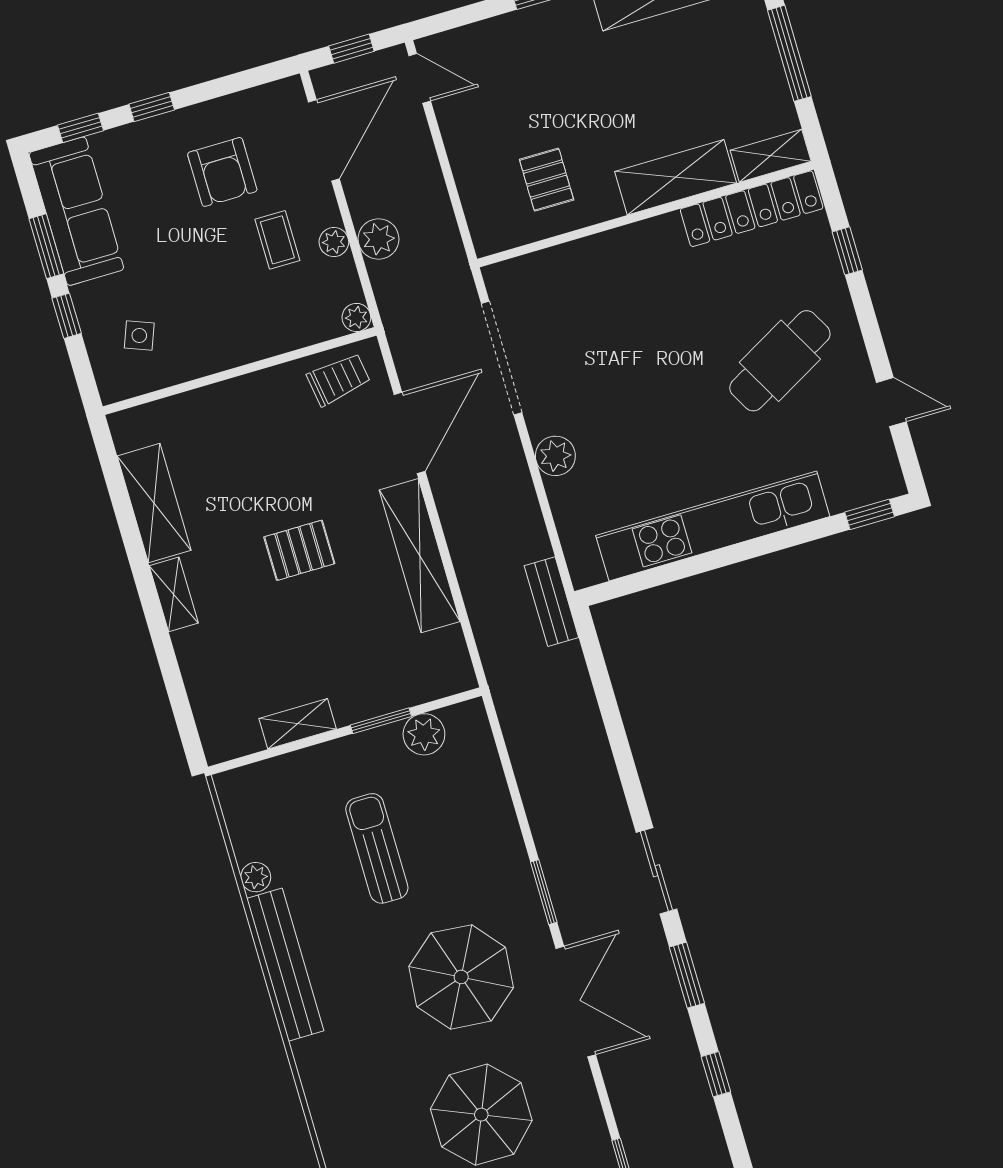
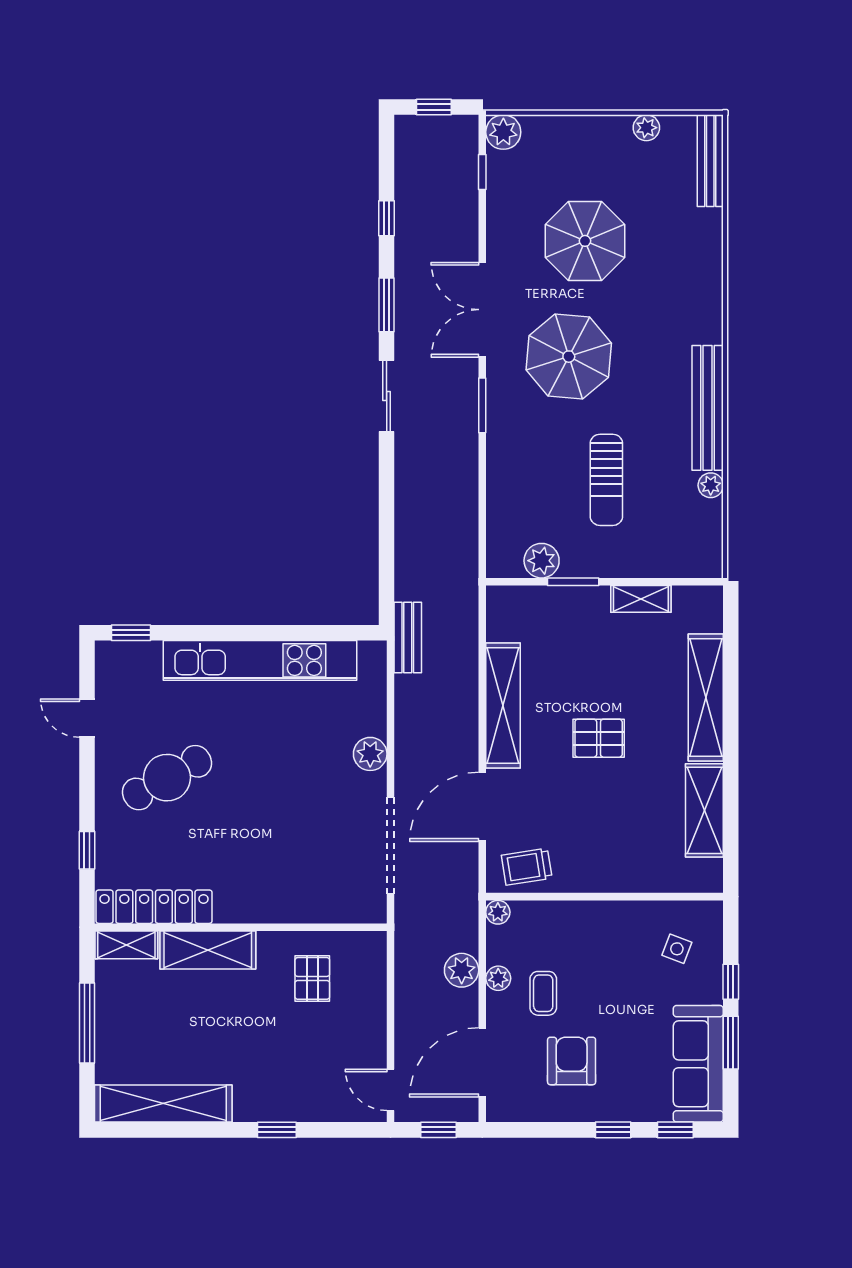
shelving: (174, 594) -> (706, 698), width x2.20, depth x1.33

